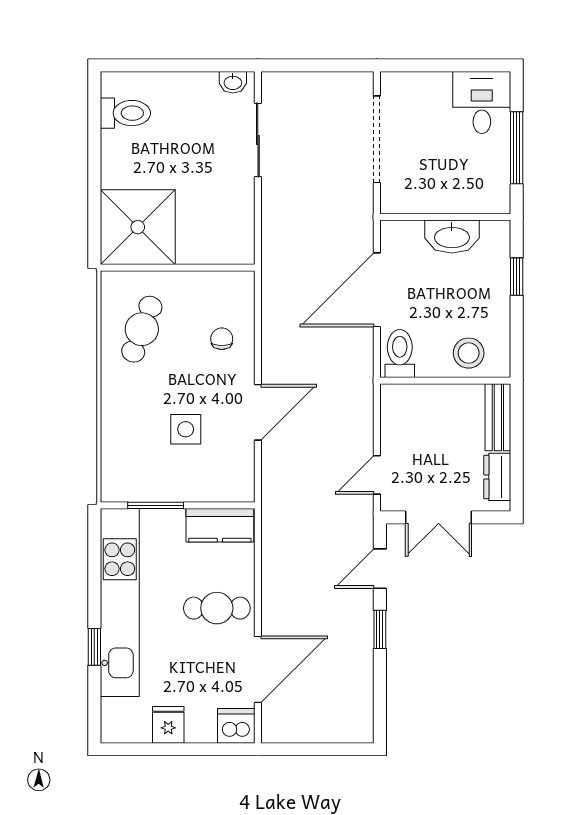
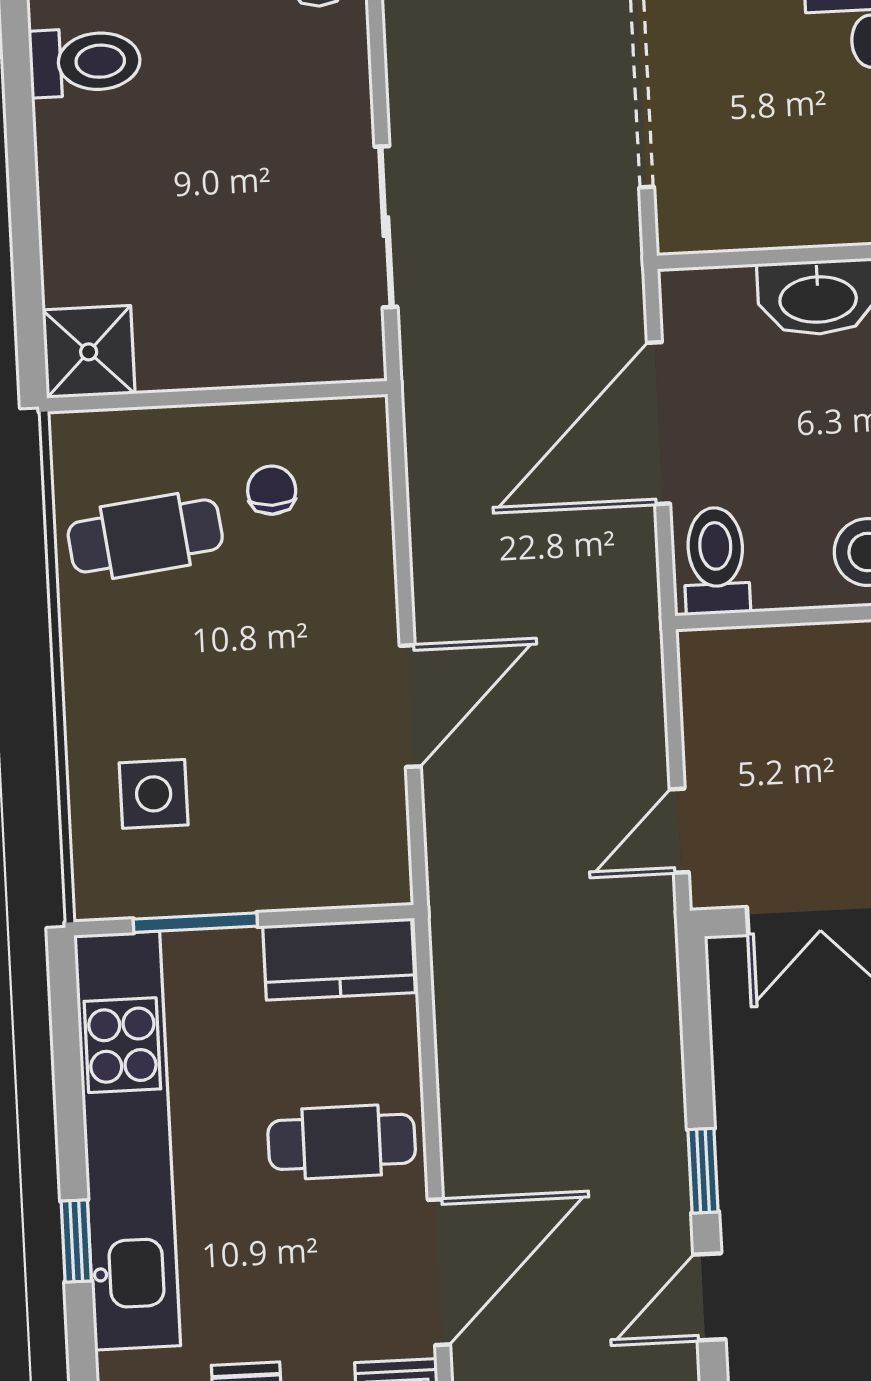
sliding door: (258, 140) -> (386, 227), moved
shower: (138, 227) -> (89, 352), width x0.54, depth x0.54
cafe table: (142, 329) -> (145, 536), turned 62
chair: (222, 339) -> (272, 490), moved
side table: (186, 429) -> (154, 794), moved
door: (380, 569) -> (709, 1297), moved

